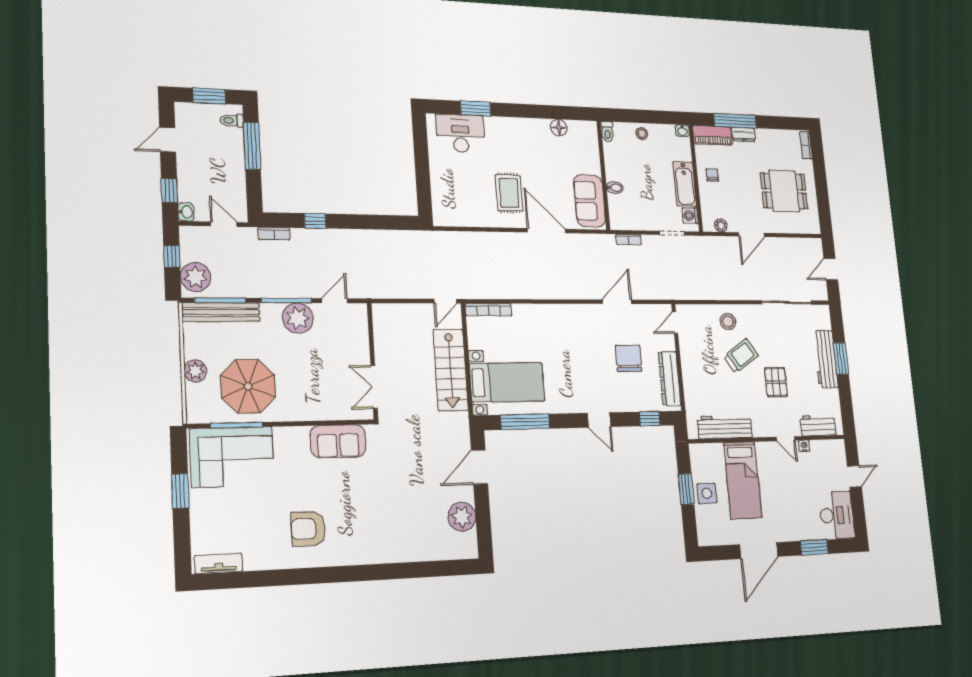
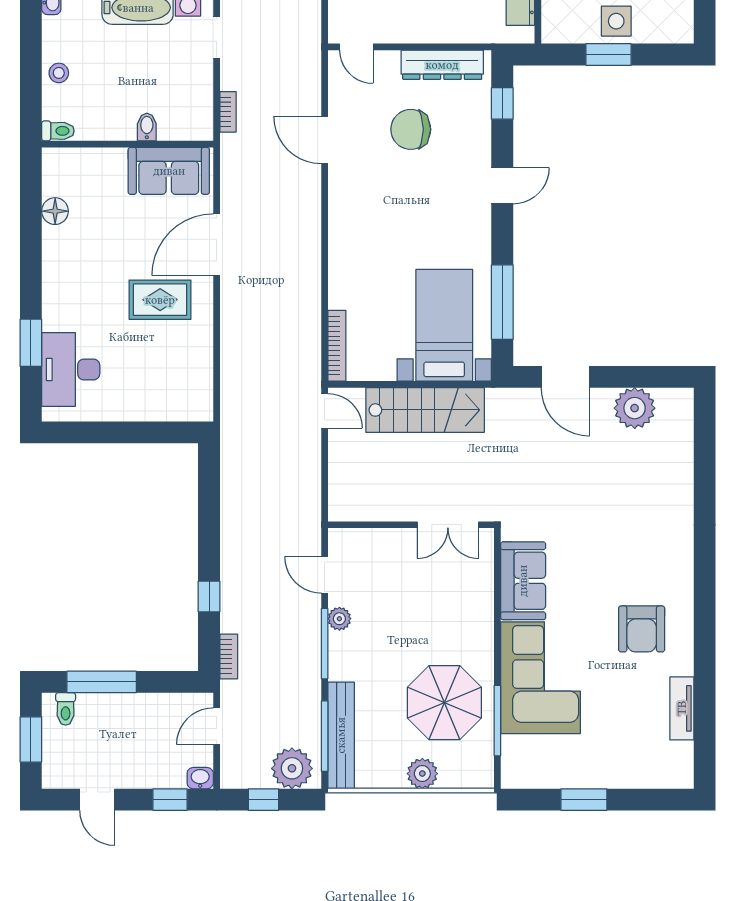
plant: (298, 318) -> (339, 619), width x0.53, depth x0.53
corner sofa: (232, 457) -> (540, 678), moved
tv unit: (218, 564) -> (682, 708), moved

